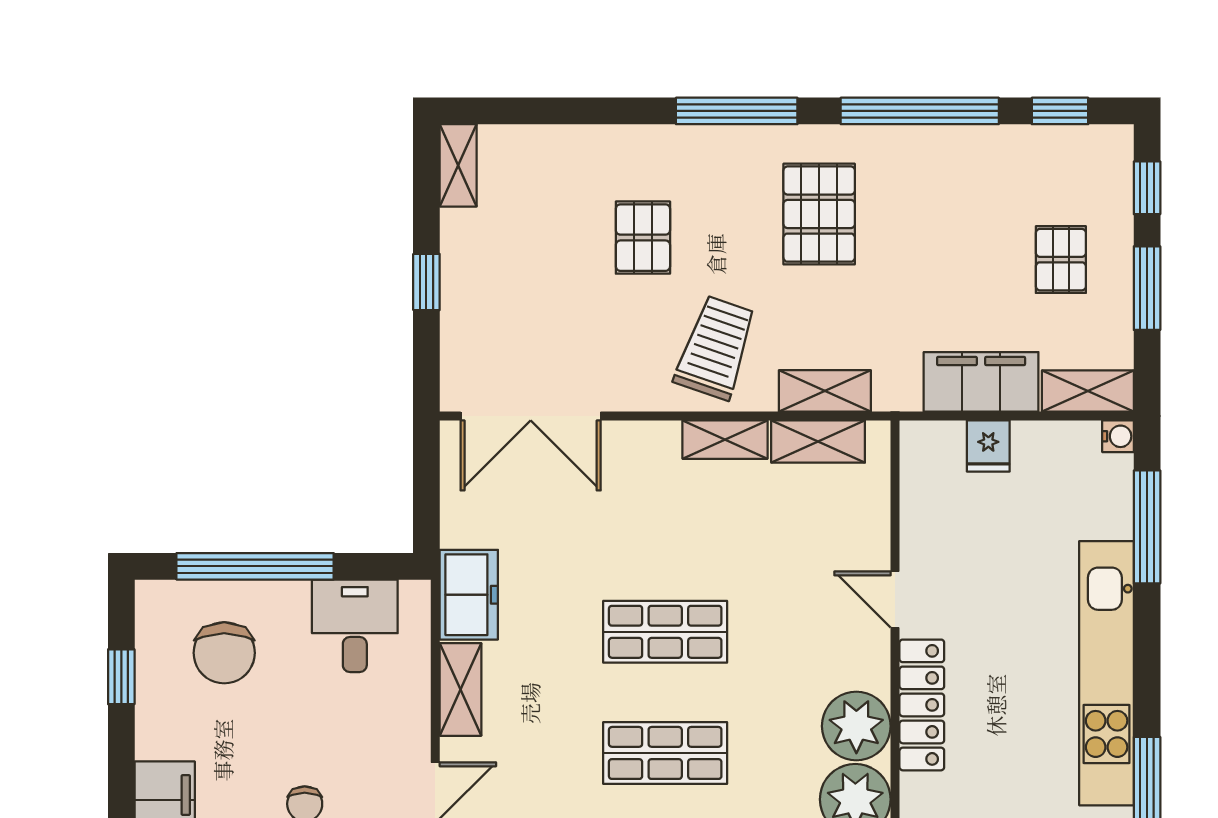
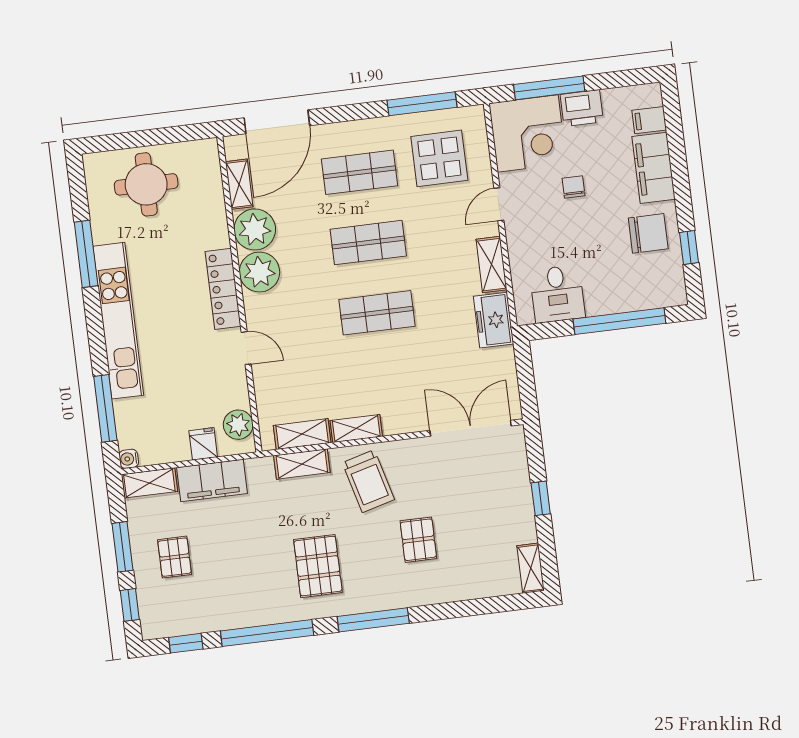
trolley: (716, 348) -> (368, 481), turned -34
plant: (925, 471) -> (238, 425), added
chair: (224, 653) -> (648, 233), moved, turned 90

